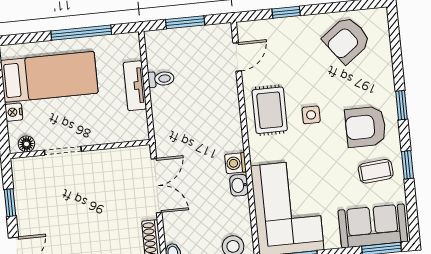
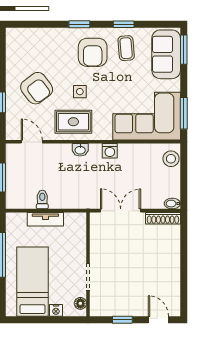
armchair: (347, 40) -> (37, 88), moved
washbasin: (239, 185) -> (80, 150), moved

